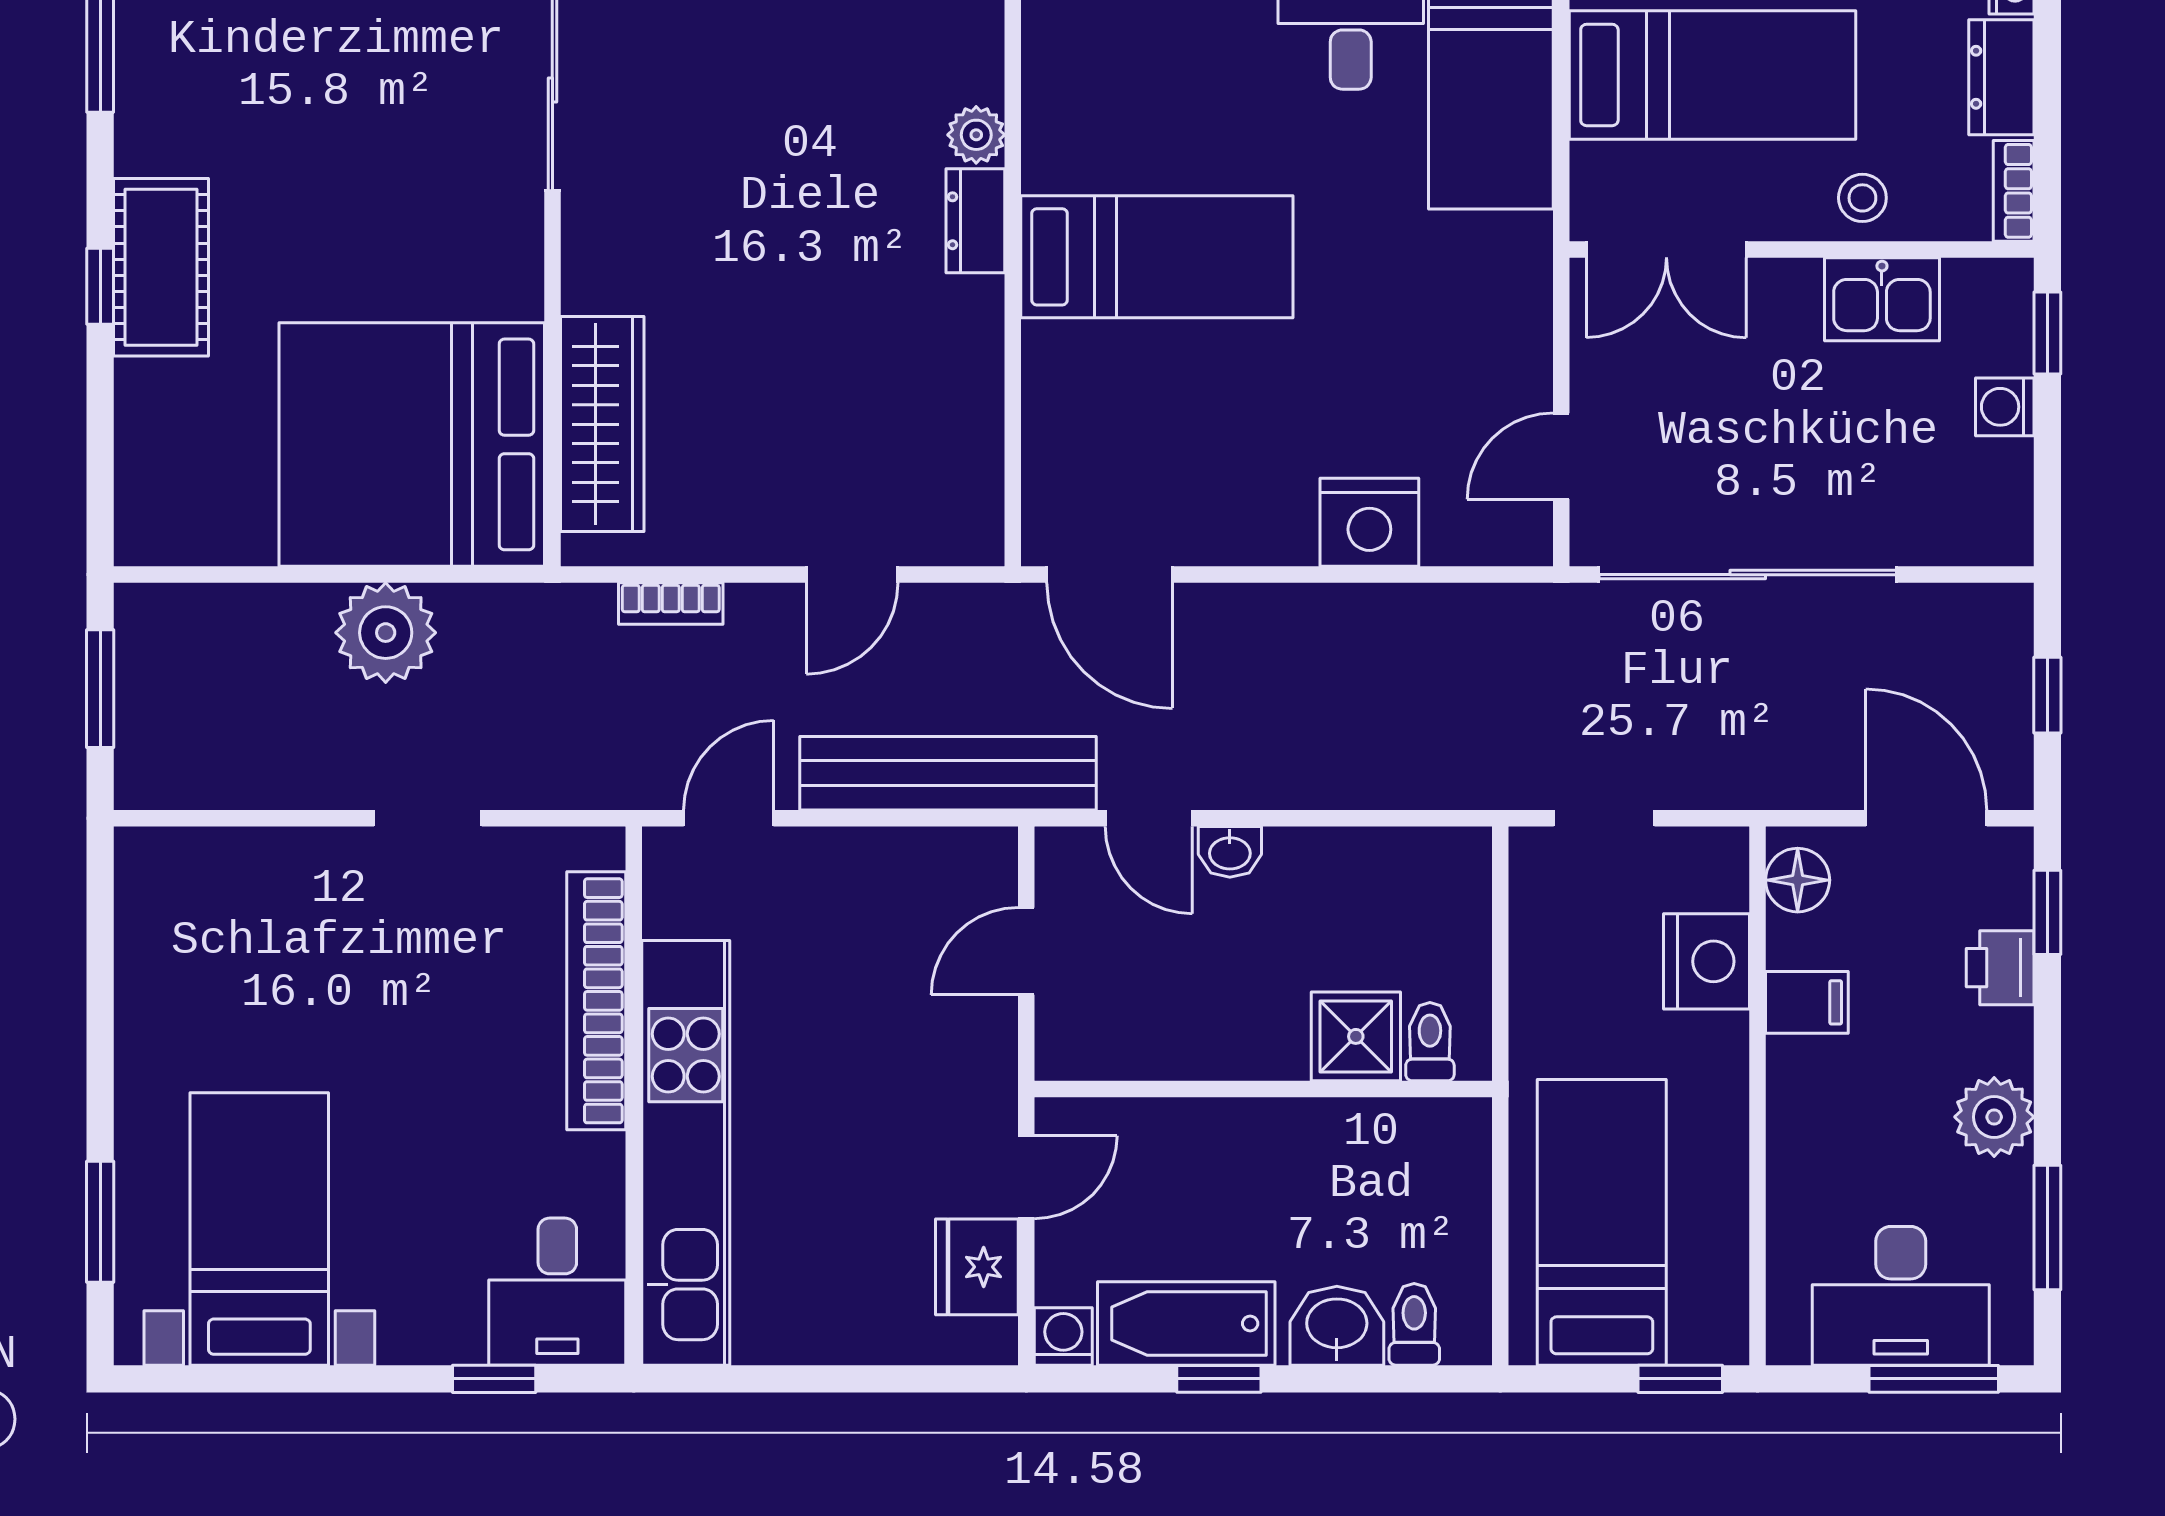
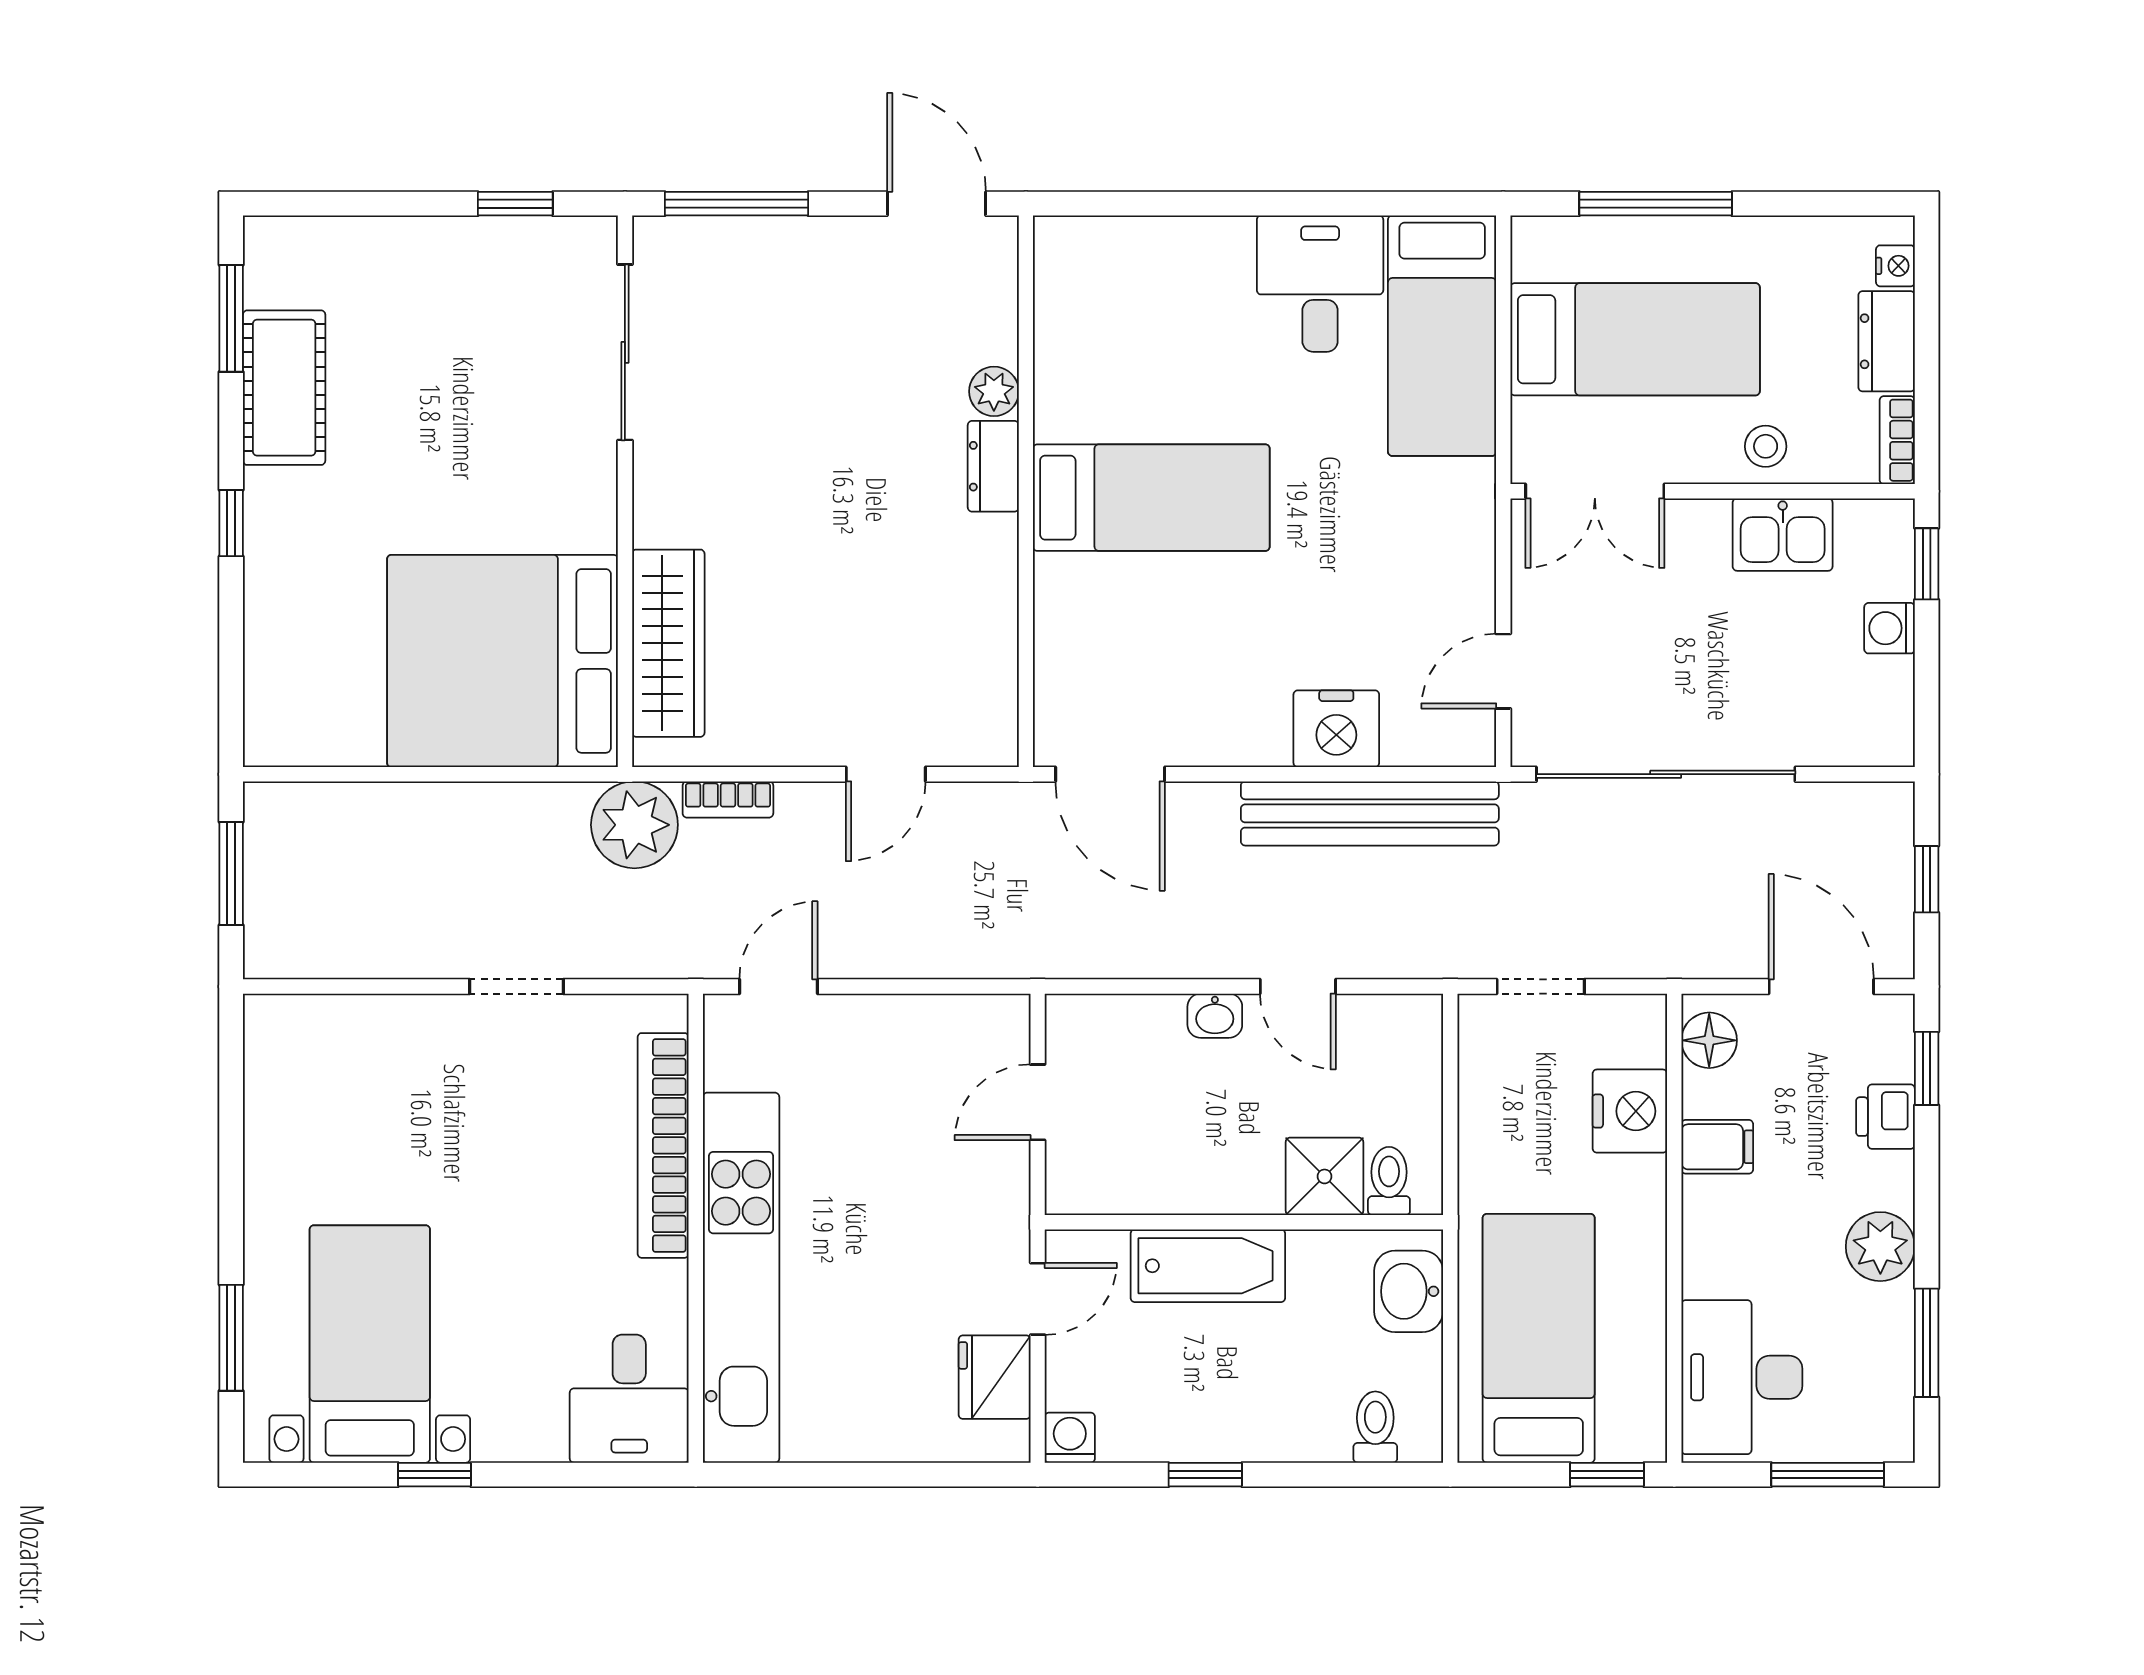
cot: (161, 267) -> (284, 388), moved
plant: (386, 633) -> (634, 825), moved
bench: (948, 773) -> (1370, 813), moved
door: (1149, 818) -> (1298, 986), moved
desk: (1901, 1296) -> (1742, 1377), moved, turned 90
bathtub: (1186, 1323) -> (1208, 1266), moved, turned 180
washbasin: (1337, 1326) -> (1409, 1291), moved, turned -90
window: (494, 1379) -> (434, 1475), moved

